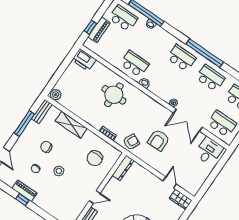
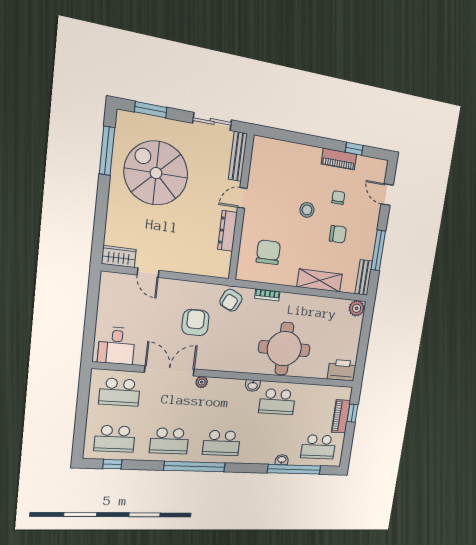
round table: (114, 95) -> (284, 349), width x1.36, depth x1.36
dresser: (123, 168) -> (227, 231), moved
window: (22, 200) -> (354, 149), moved

